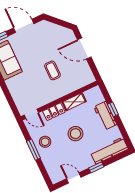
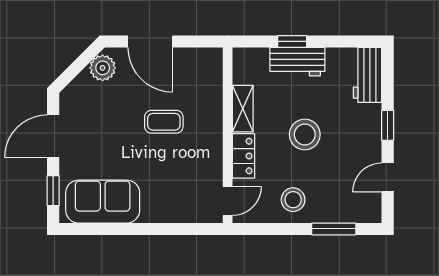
plant: (63, 33) -> (103, 68), added
door: (84, 48) -> (150, 41), hinge flipped
window: (33, 150) -> (334, 229), moved
workbench: (109, 151) -> (368, 75), width x0.73

